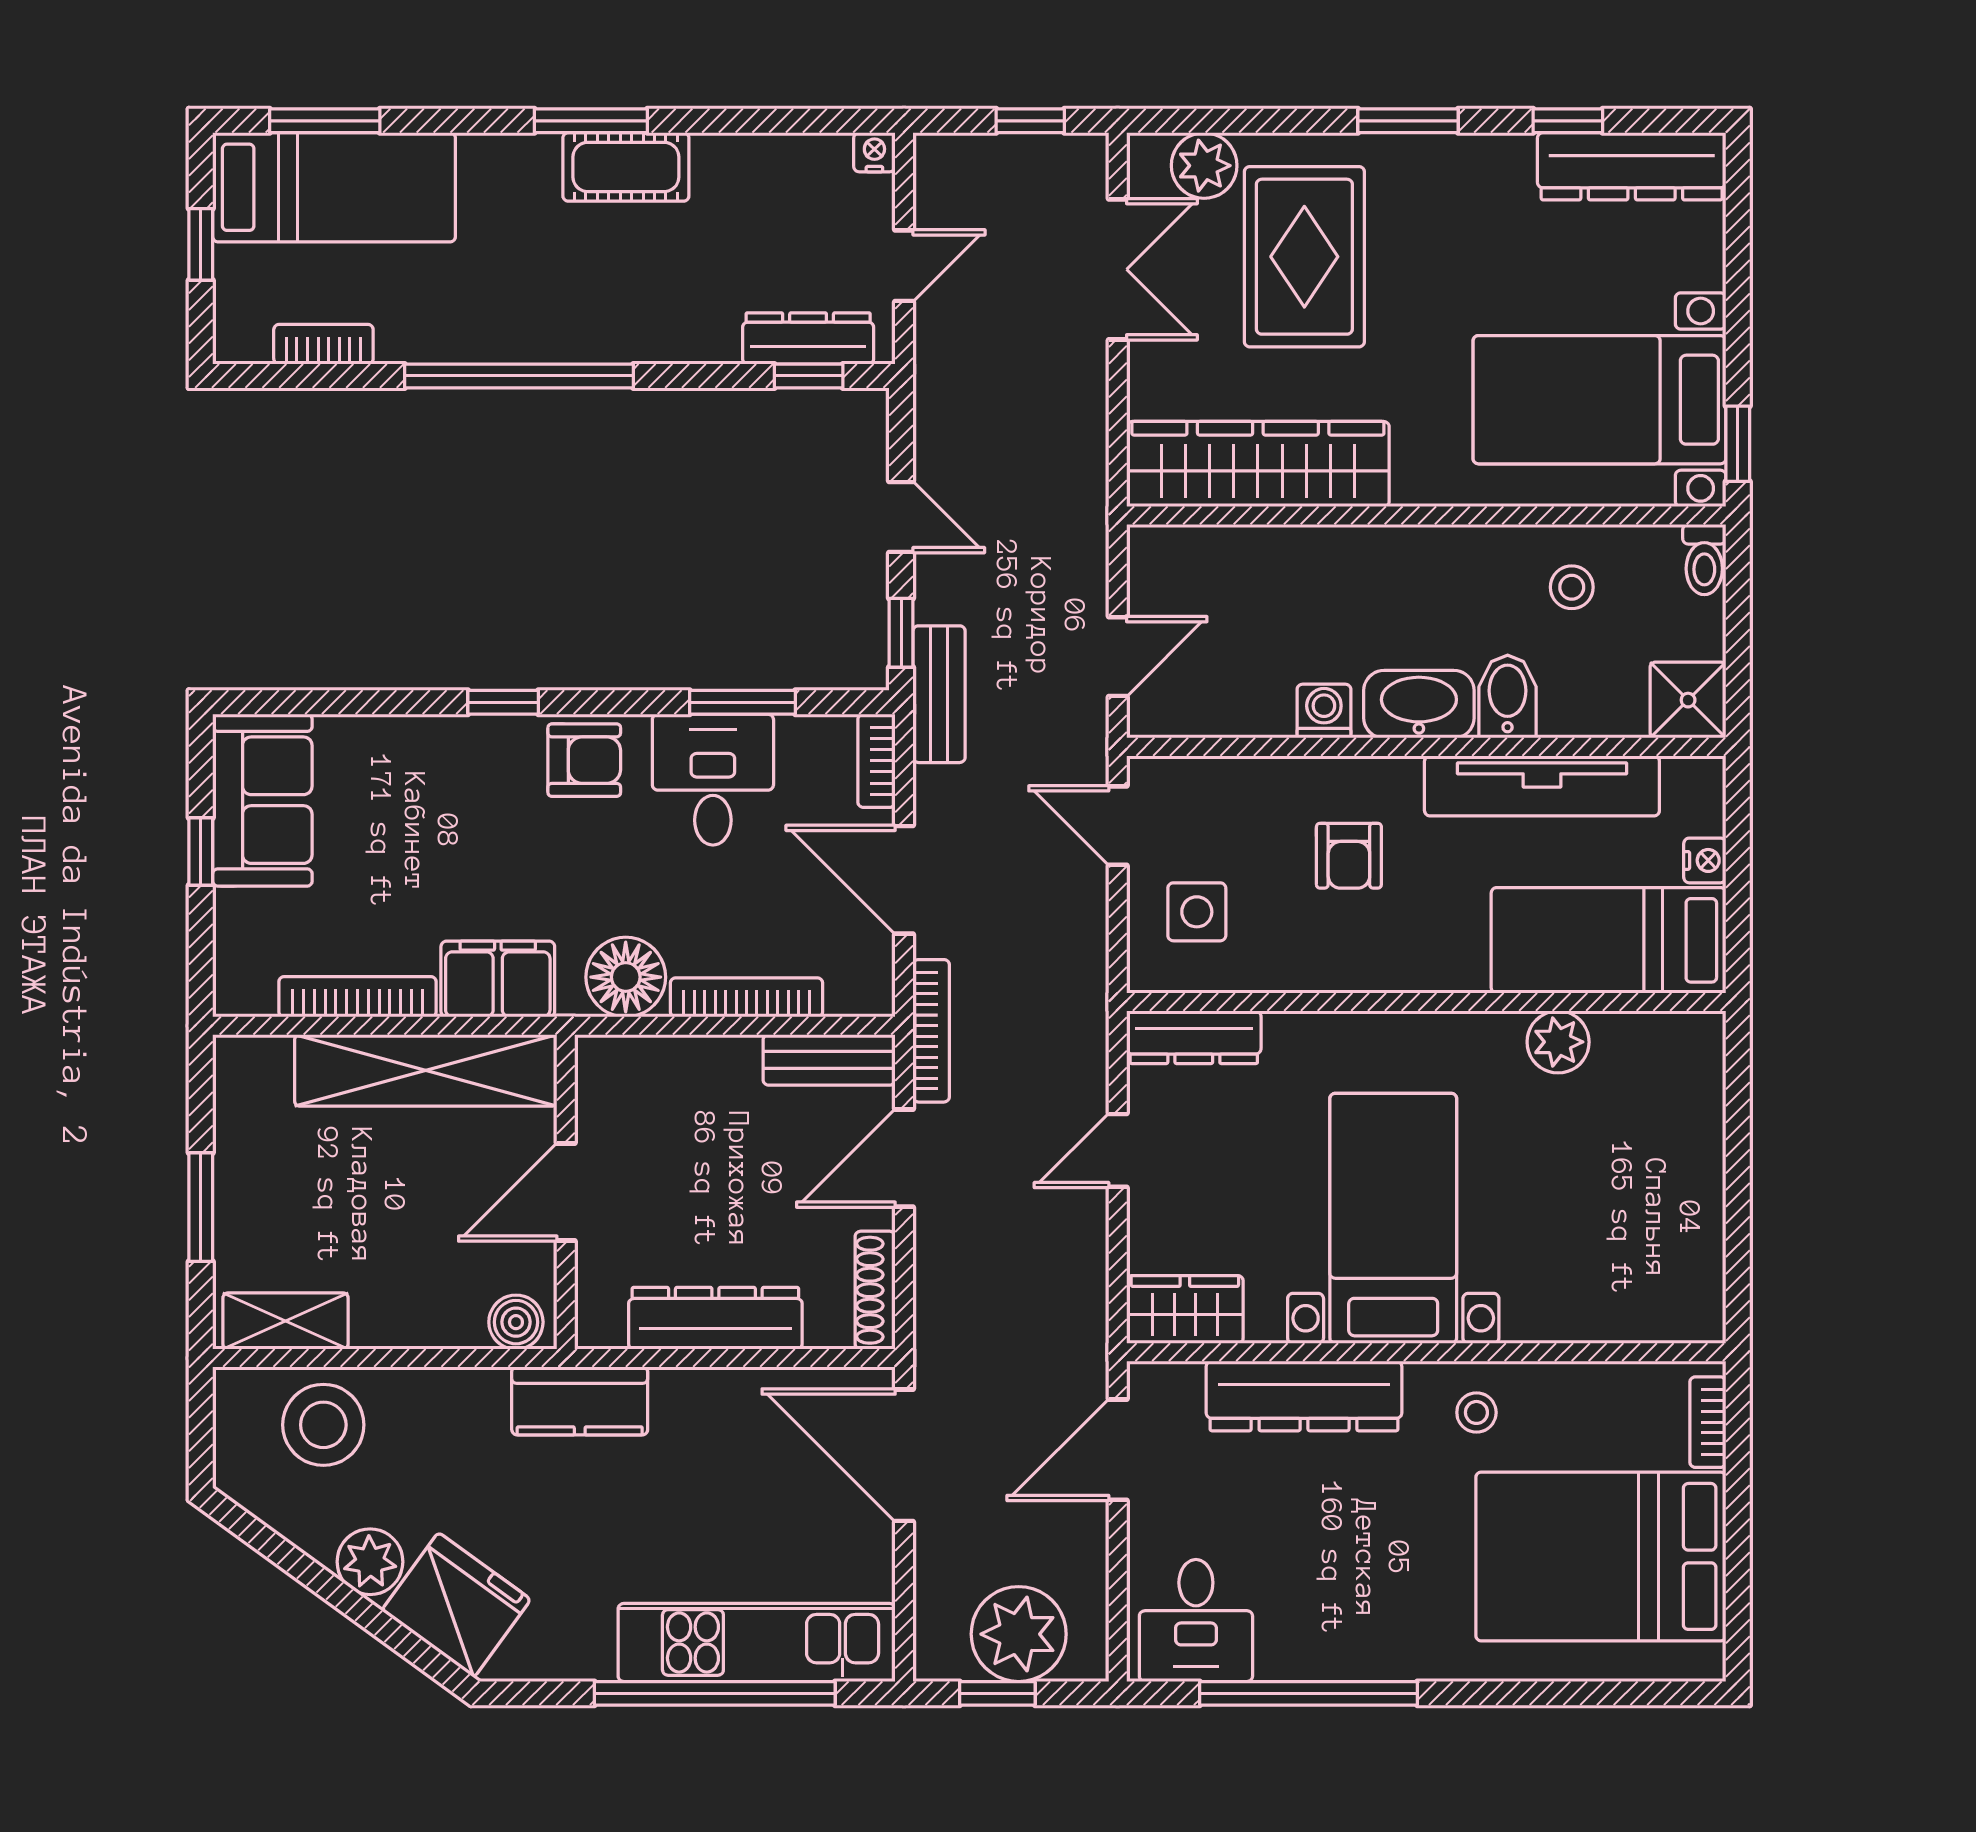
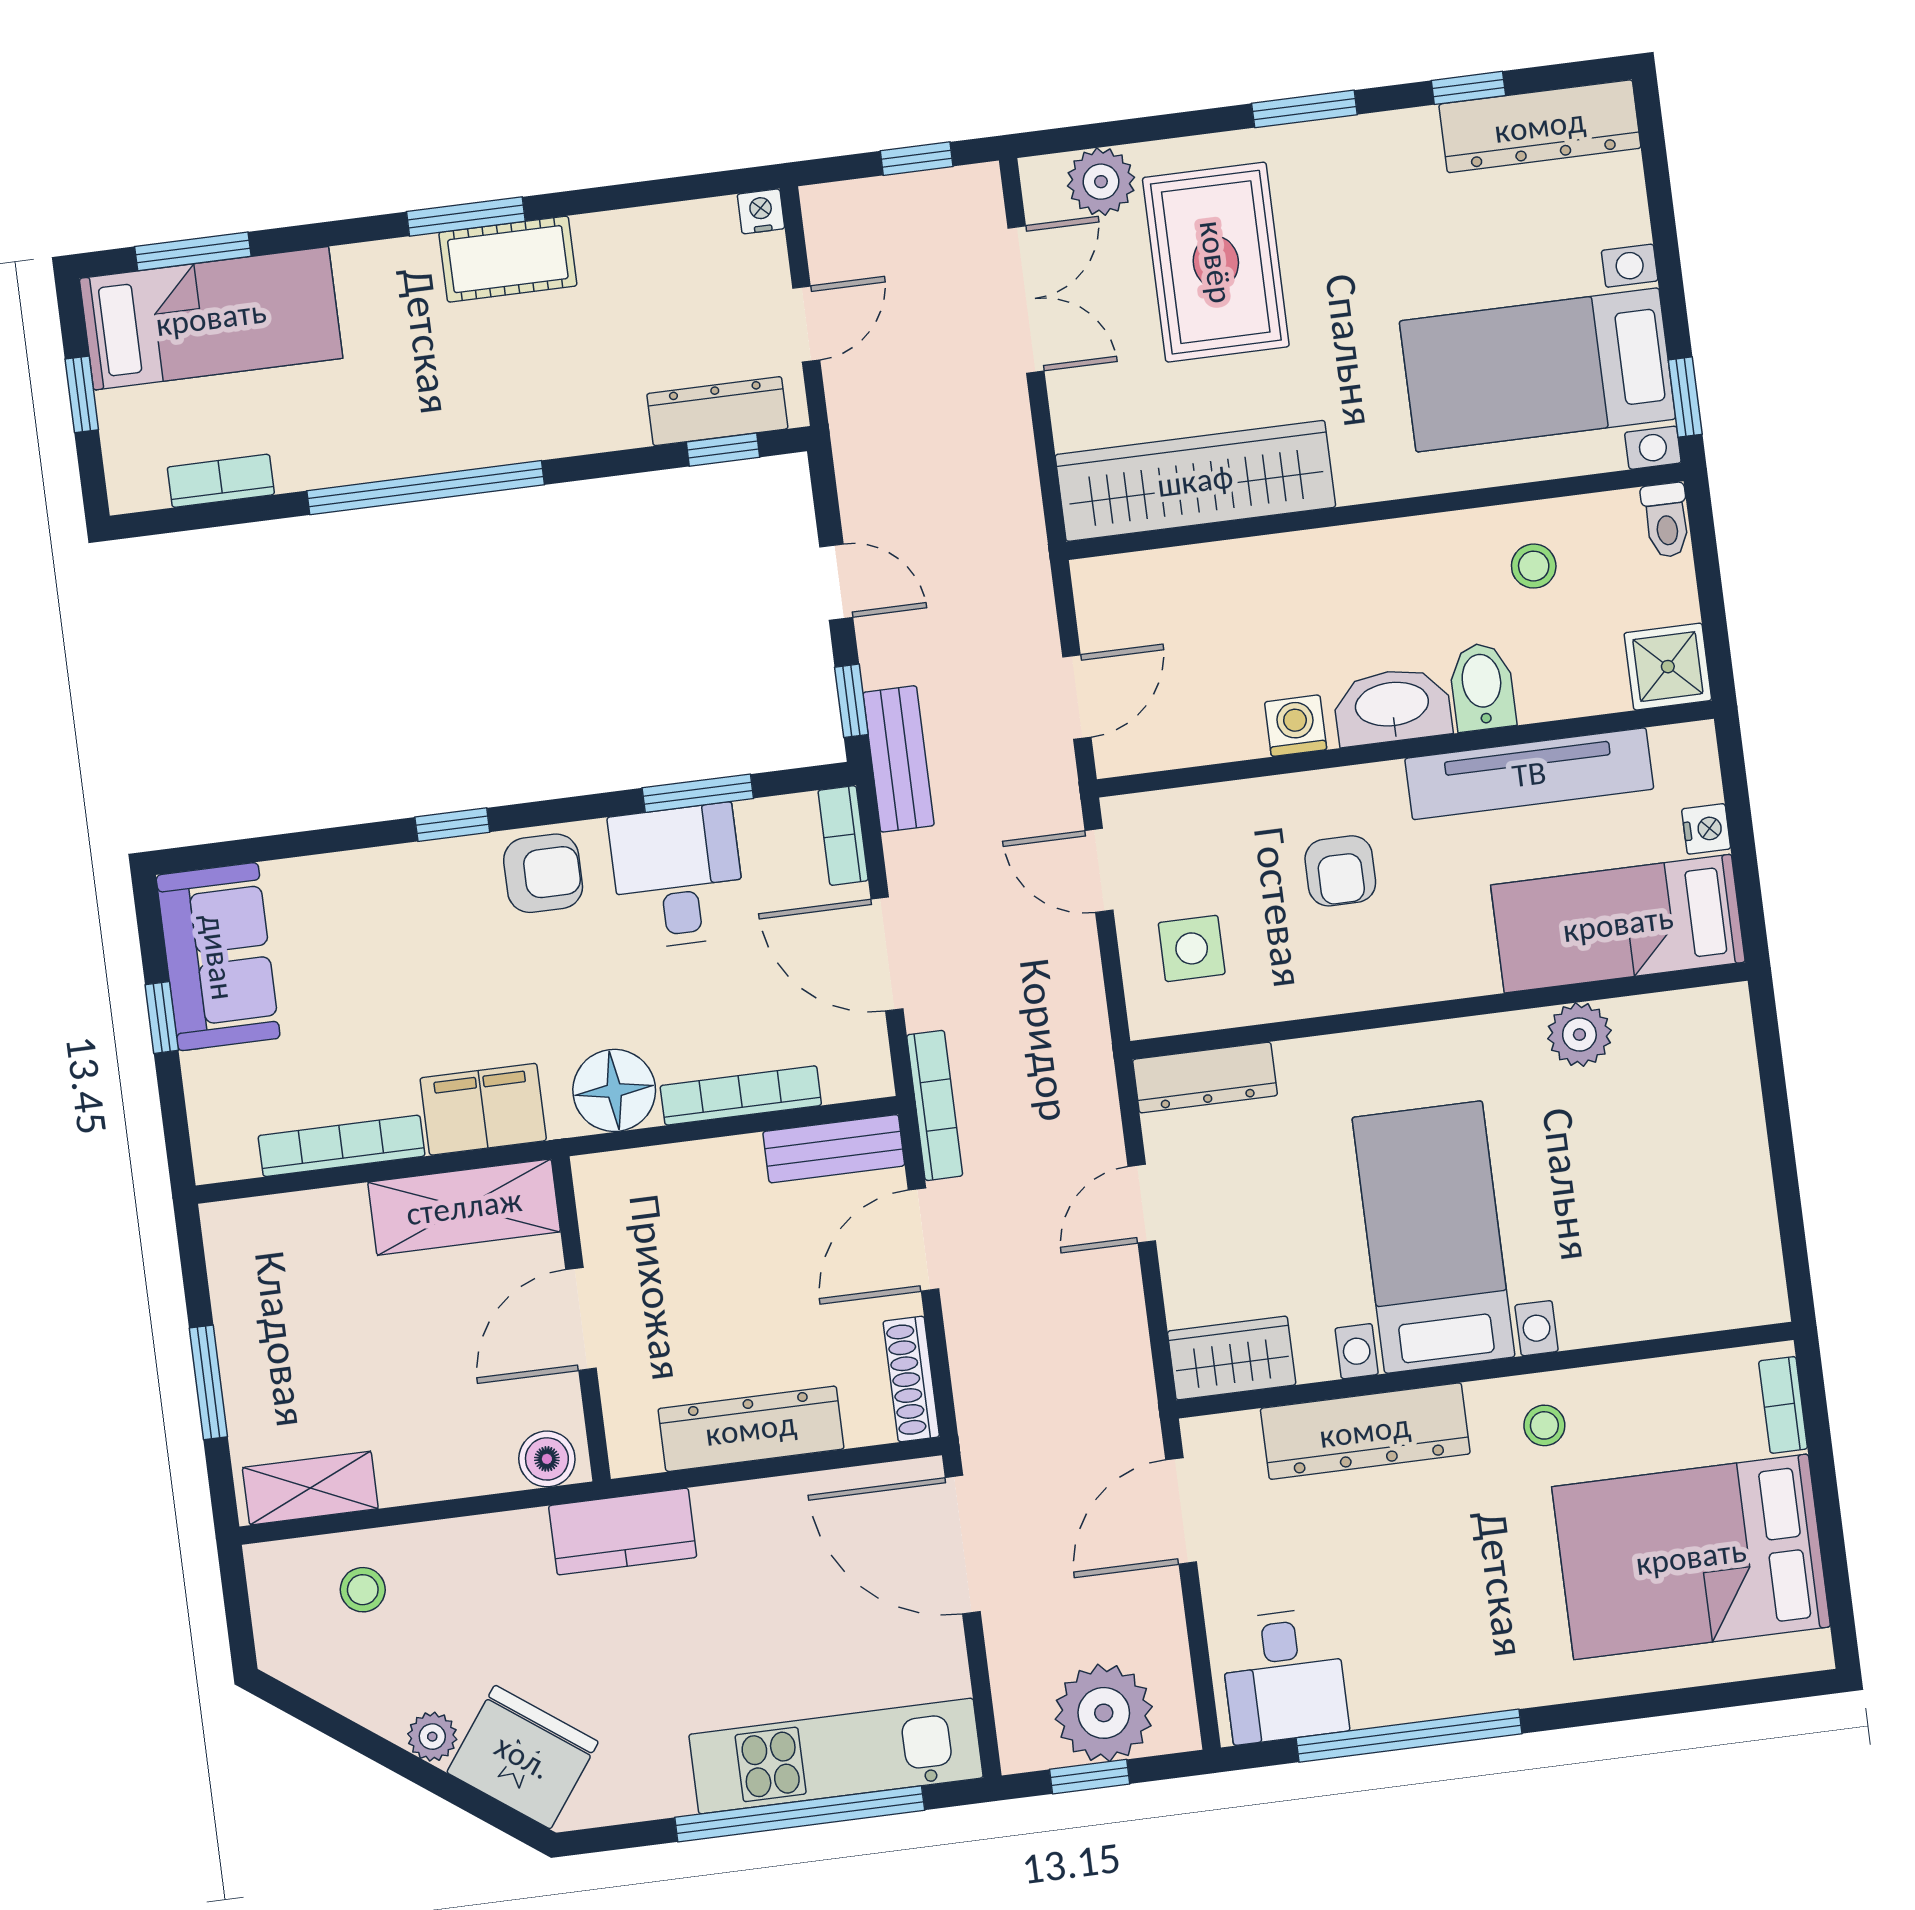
shelving: (426, 1070) -> (464, 1207), width x0.68
stool: (323, 1425) -> (363, 1590), width x0.53, depth x0.53
plant: (370, 1562) -> (432, 1737), width x0.73, depth x0.73

